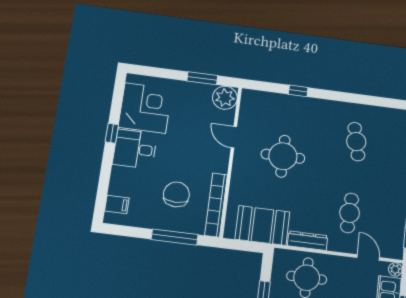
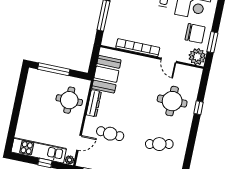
door: (234, 137) -> (169, 60), swing flipped
round table: (283, 156) -> (172, 101), moved
chair: (176, 194) -> (195, 33), moved
bookcase: (216, 205) -> (138, 48), moved

